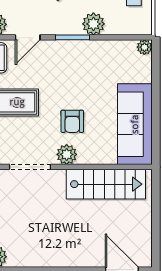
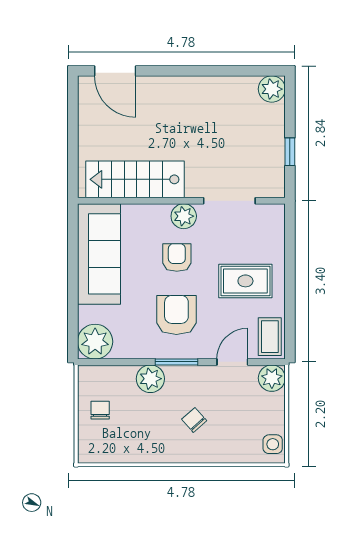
plant: (144, 47) -> (95, 342), width x1.88, depth x1.88
armchair: (73, 75) -> (176, 315), added

